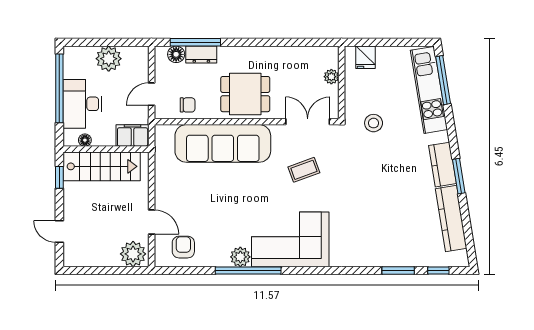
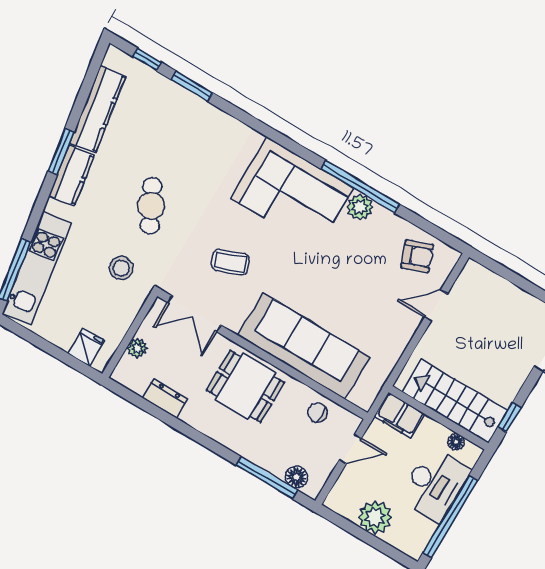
dresser: (201, 55) -> (165, 398), moved
cafe table: (378, 176) -> (151, 206), added
door: (152, 222) -> (436, 305), hinge flipped
armchair: (183, 247) -> (417, 256), turned -111
plant: (133, 254) -> (478, 282), removed

